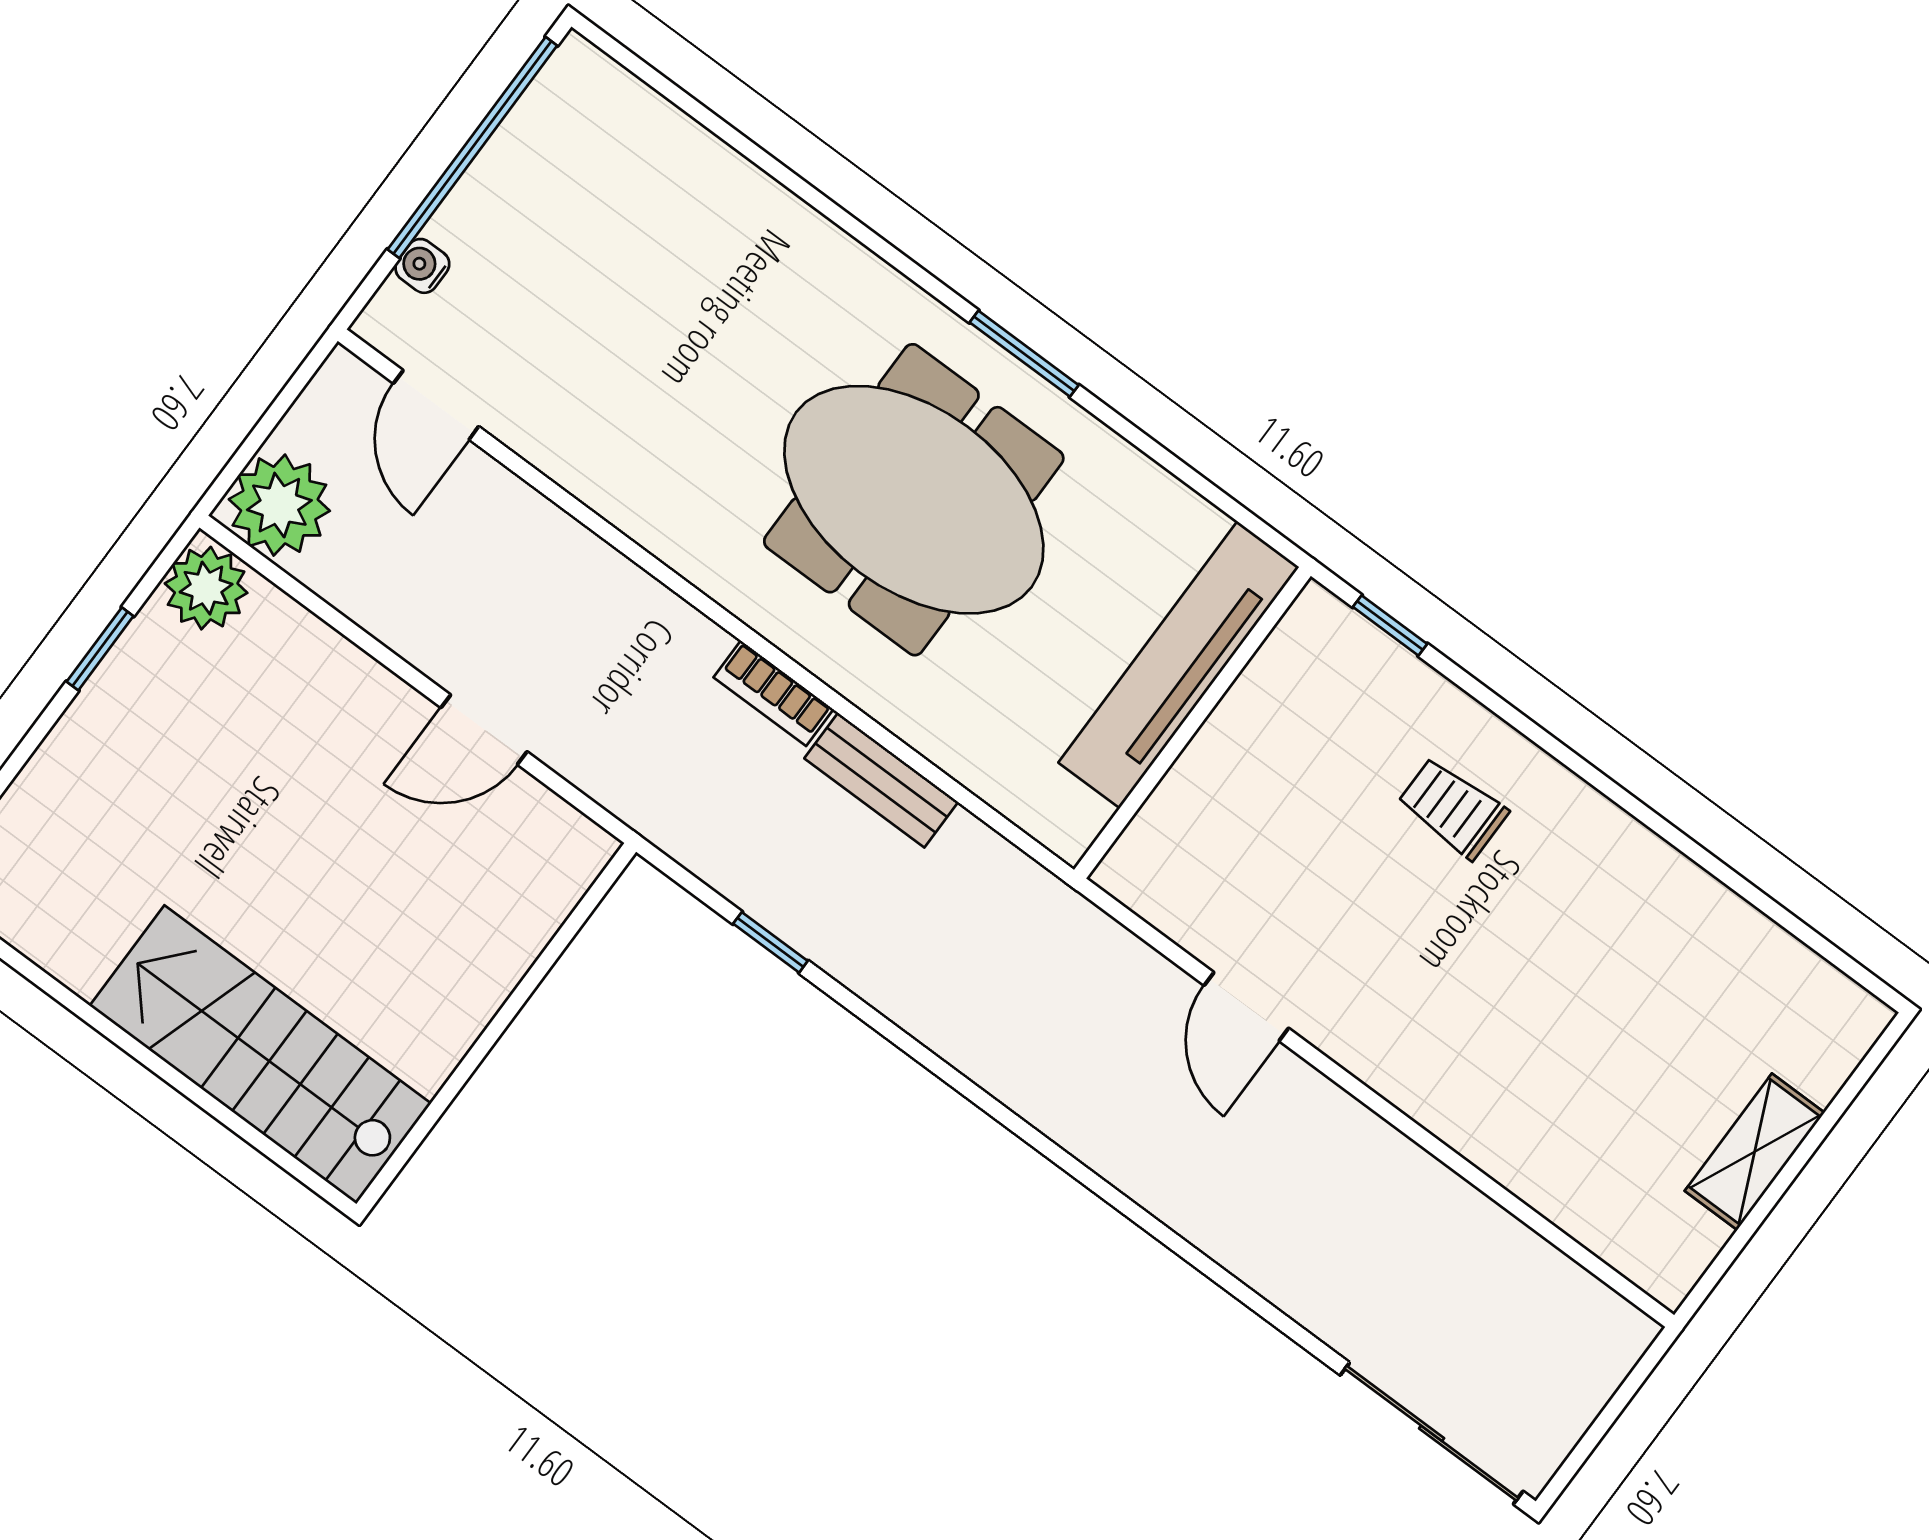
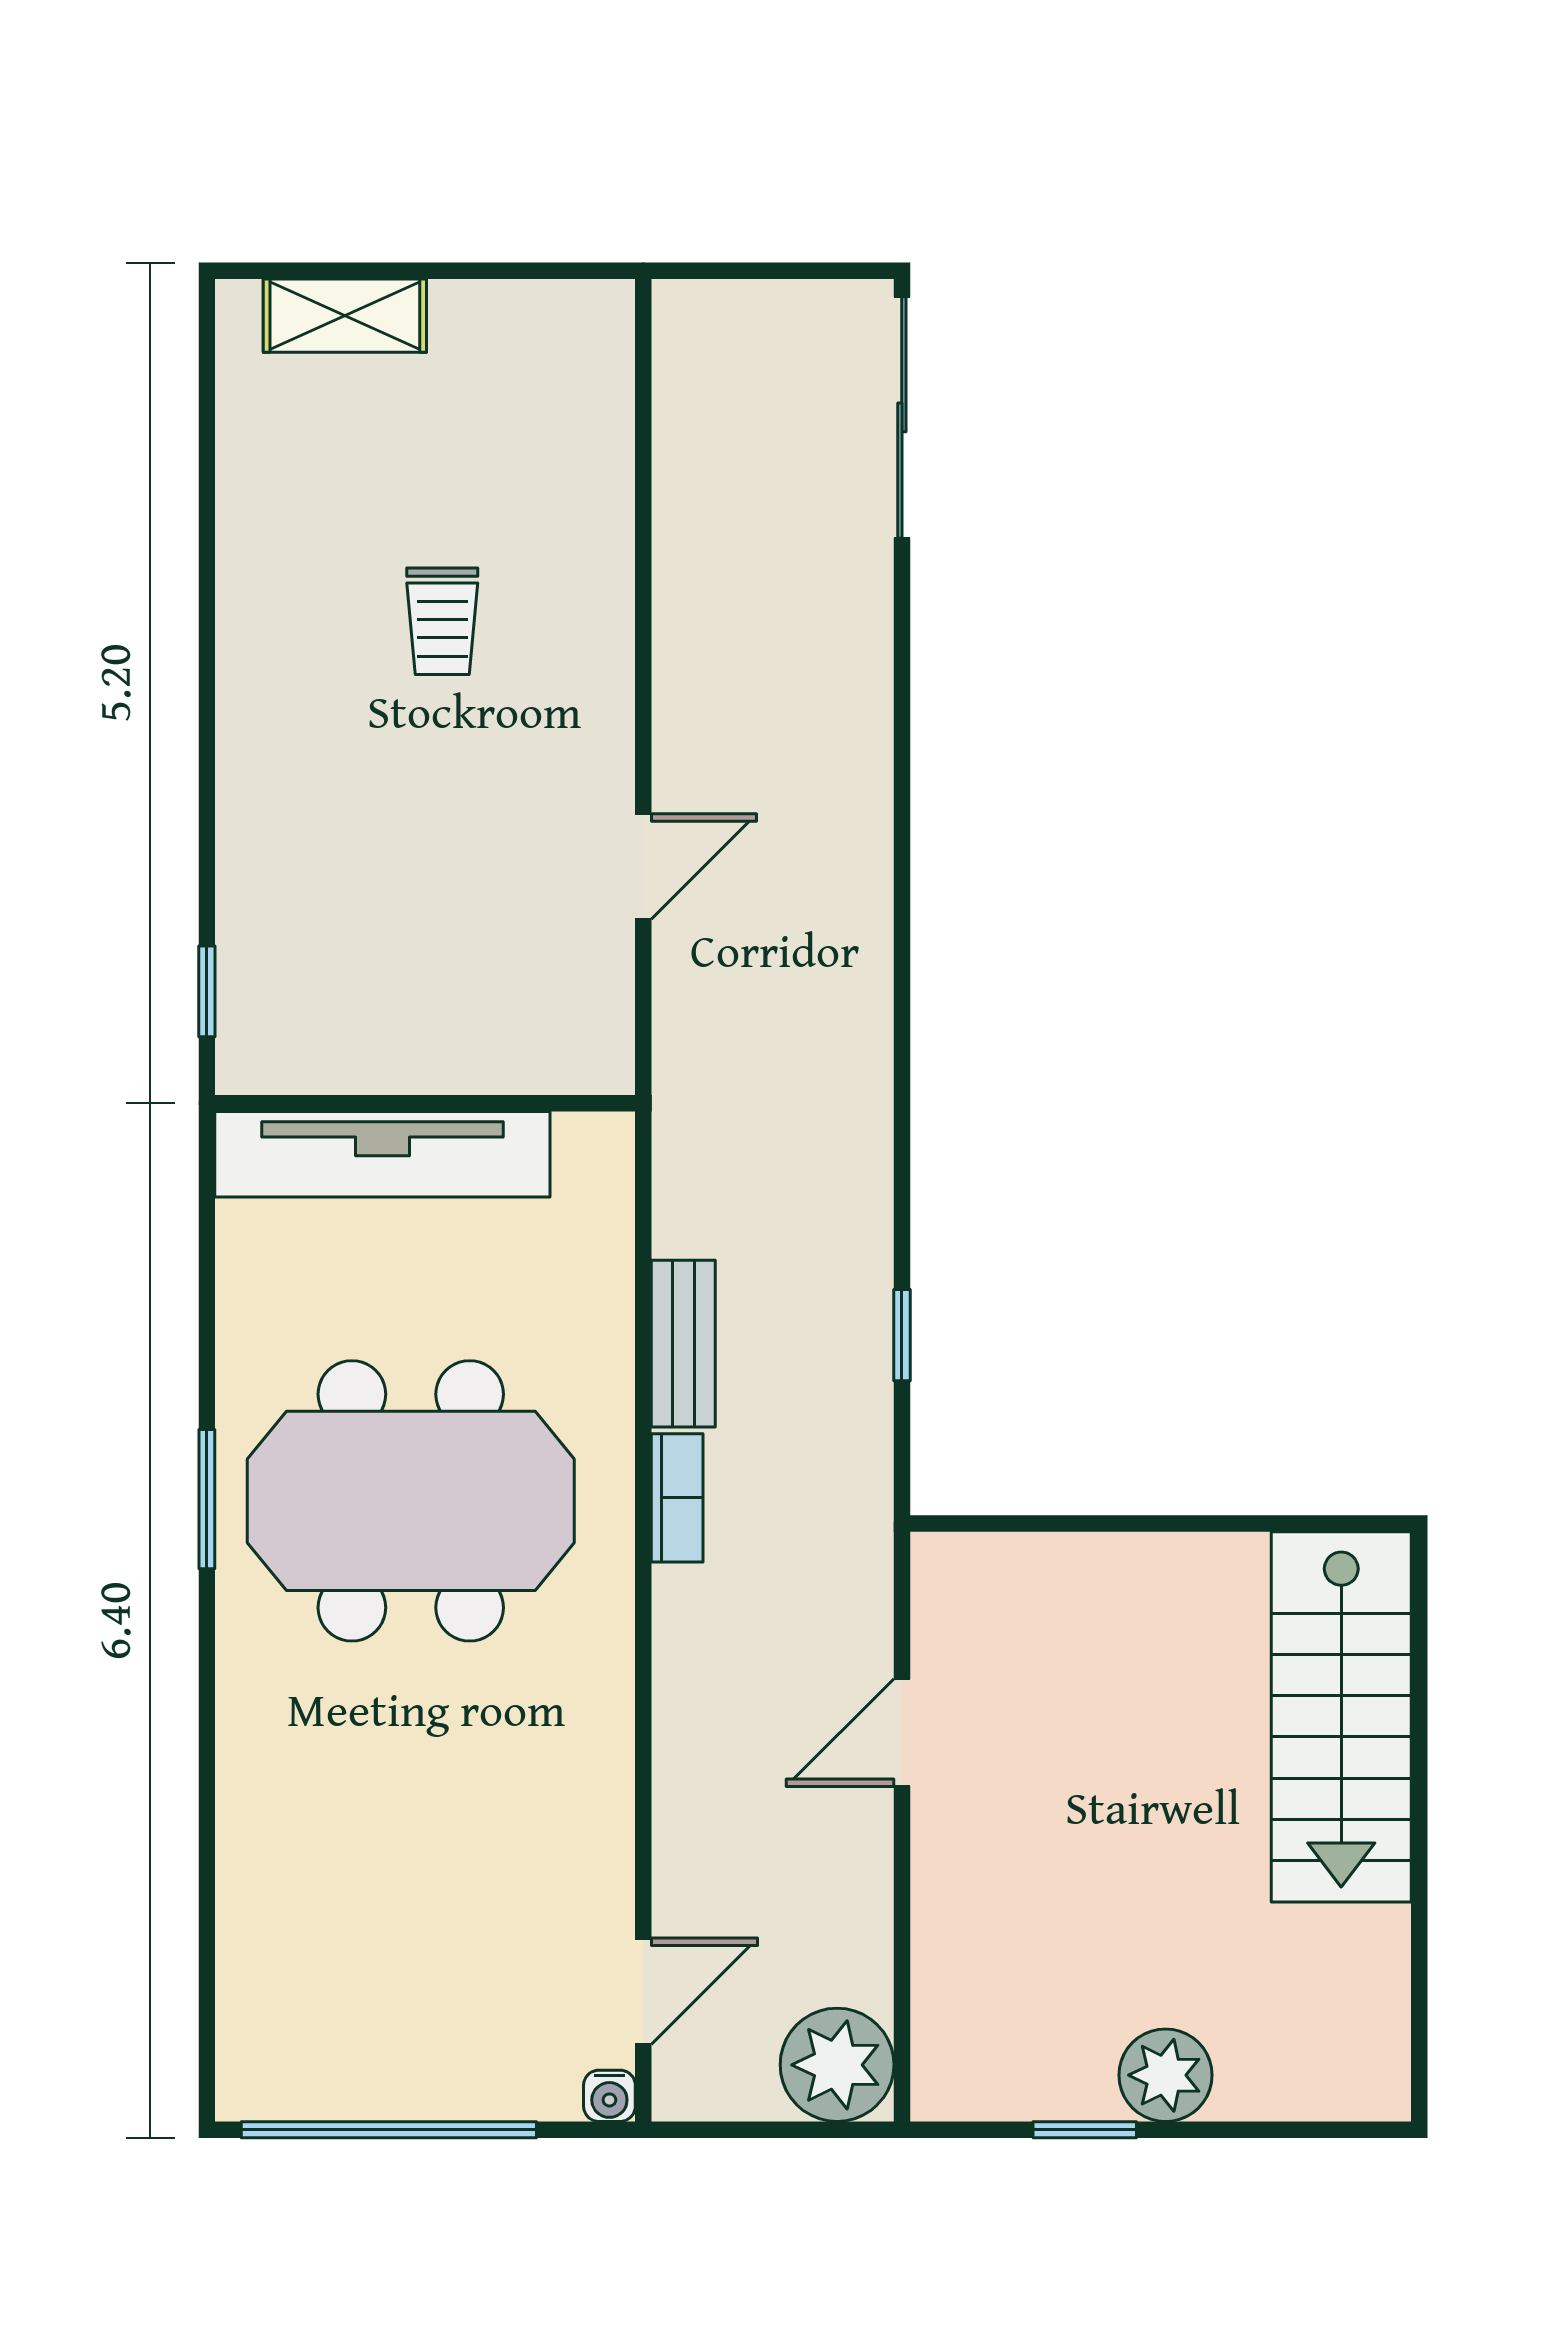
water cooler: (422, 266) -> (609, 2096), moved
meeting table: (914, 500) -> (411, 1501), turned 90
plant: (206, 588) -> (1166, 2075), moved
door: (484, 730) -> (902, 1733), swing flipped
trolley: (1453, 808) -> (442, 621), moved
shelving: (1755, 1152) -> (345, 316), moved

